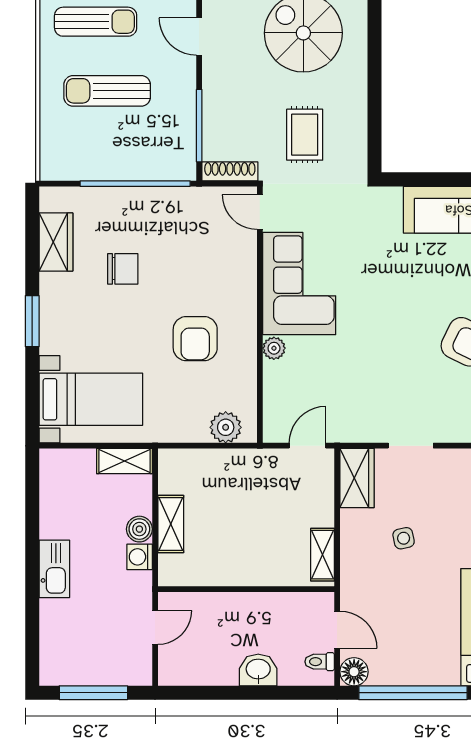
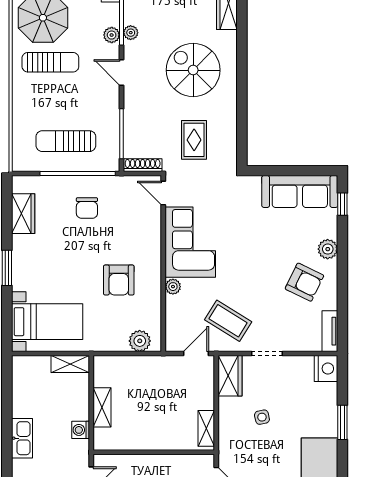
sun lounger: (107, 91) -> (66, 141), moved
chair: (123, 269) -> (87, 208), moved, turned 90
coffee table: (354, 398) -> (228, 321), added
boiler: (139, 529) -> (80, 411), removed

